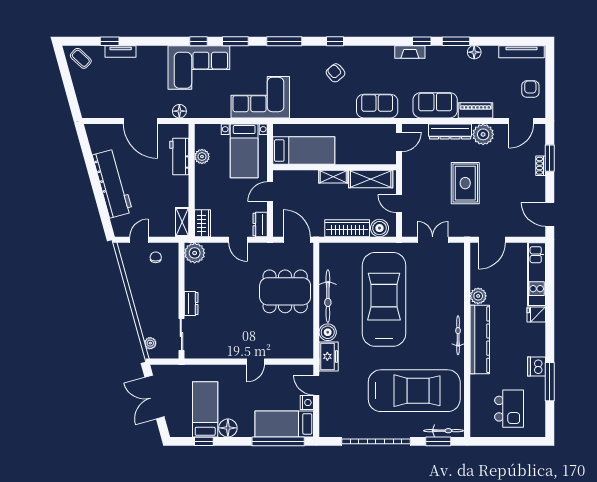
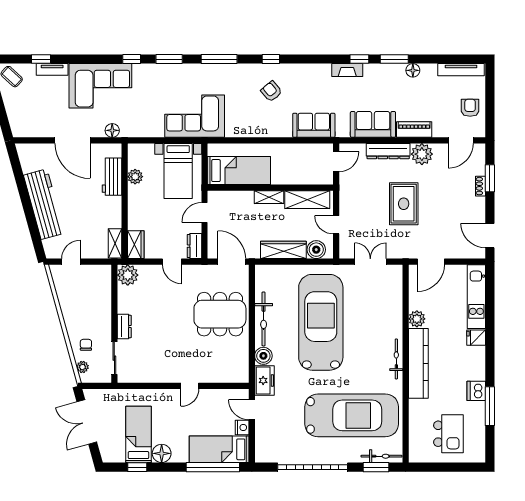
corner sofa: (199, 67) -> (100, 86), moved
chair: (156, 257) -> (86, 345), moved

